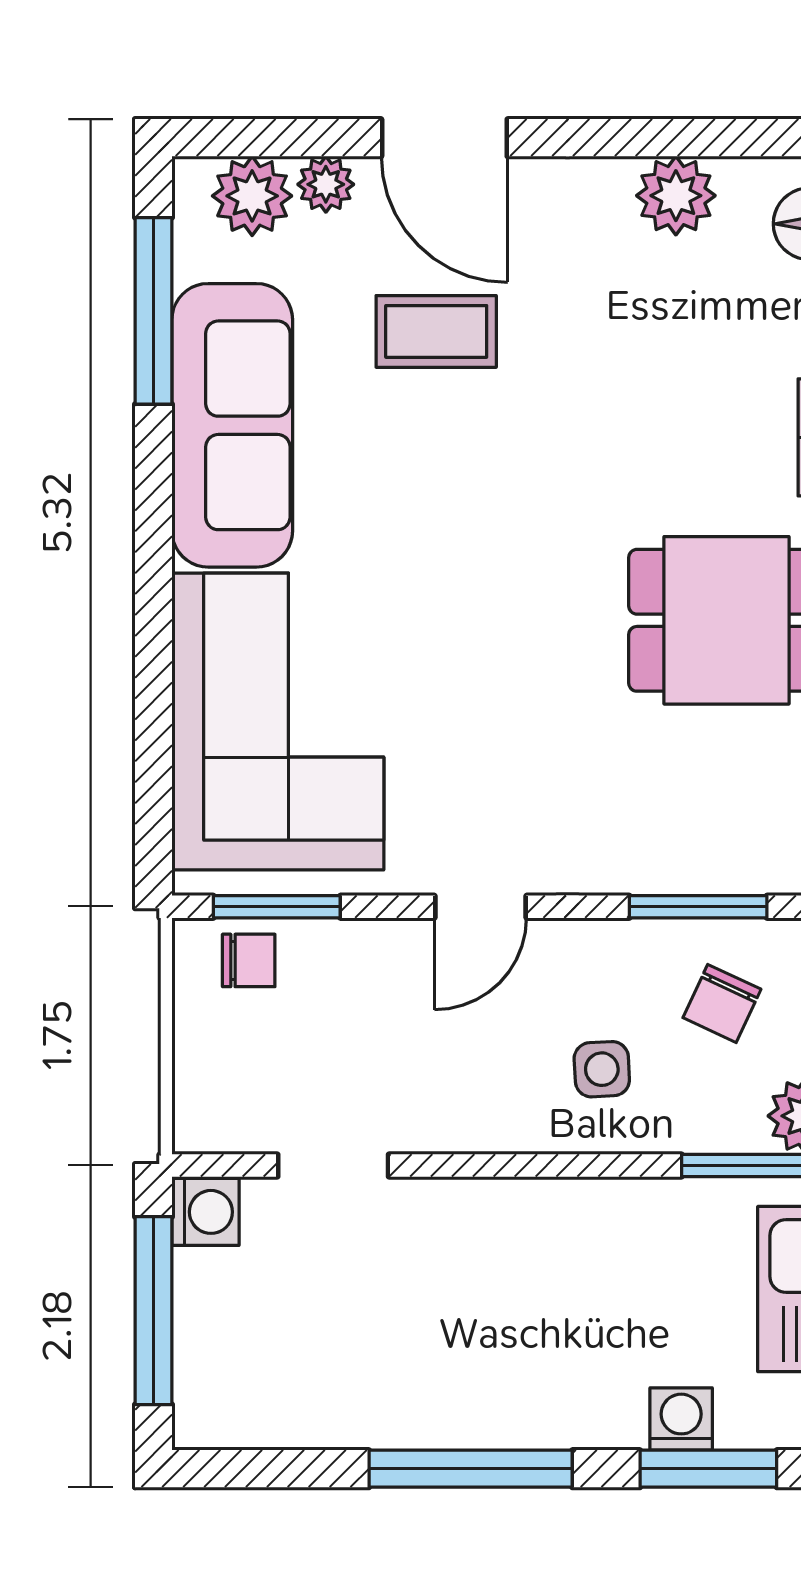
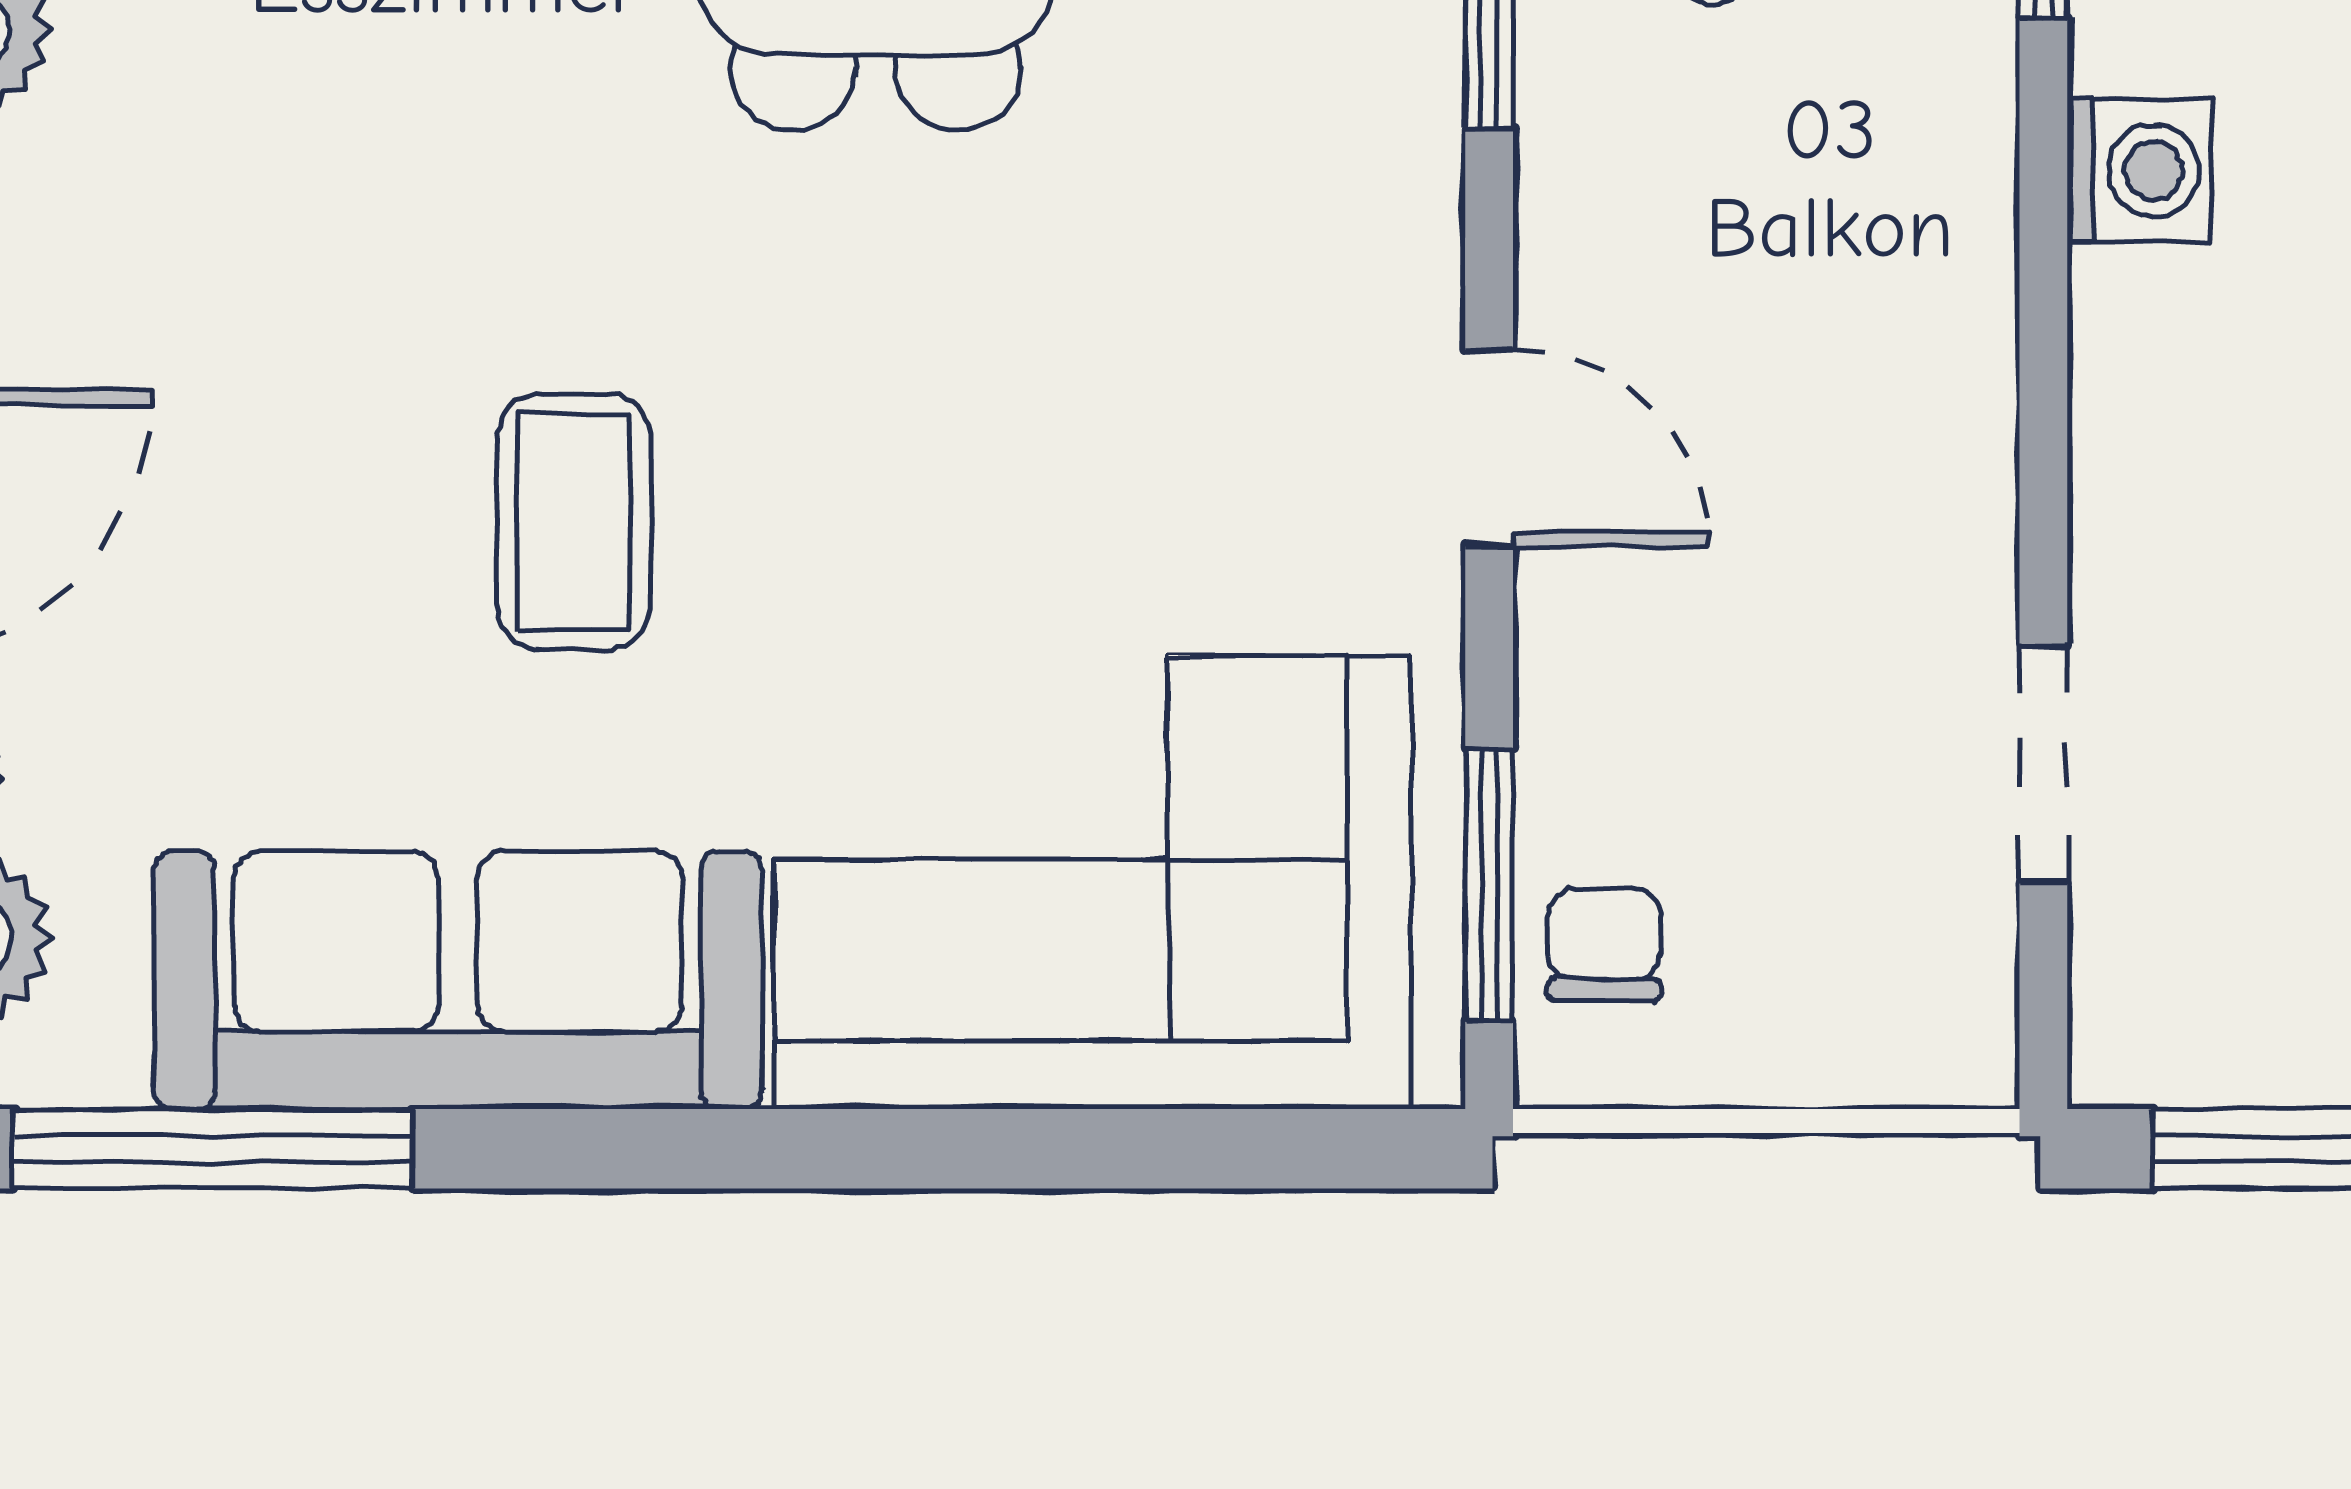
coffee table: (436, 331) -> (574, 522), moved
side table: (602, 1069) -> (1837, 188), removed
washing machine: (206, 1212) -> (2139, 171), moved, turned 90

